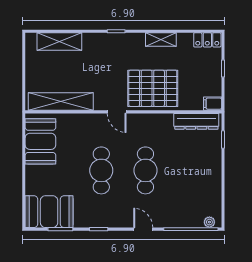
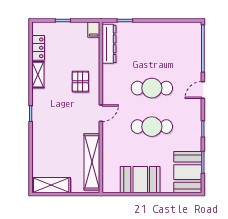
locker: (207, 40) -> (38, 48), moved
shelving: (59, 42) -> (51, 185), moved, turned 90
pallet: (153, 88) -> (80, 82), width x0.49, depth x0.50
booth: (40, 141) -> (140, 180), moved
plant: (209, 222) -> (197, 32), removed

